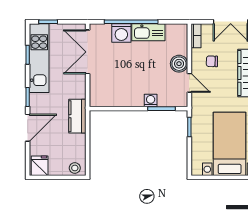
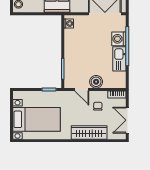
door: (189, 83) -> (82, 89), hinge flipped
washing machine: (151, 100) -> (69, 23), moved

